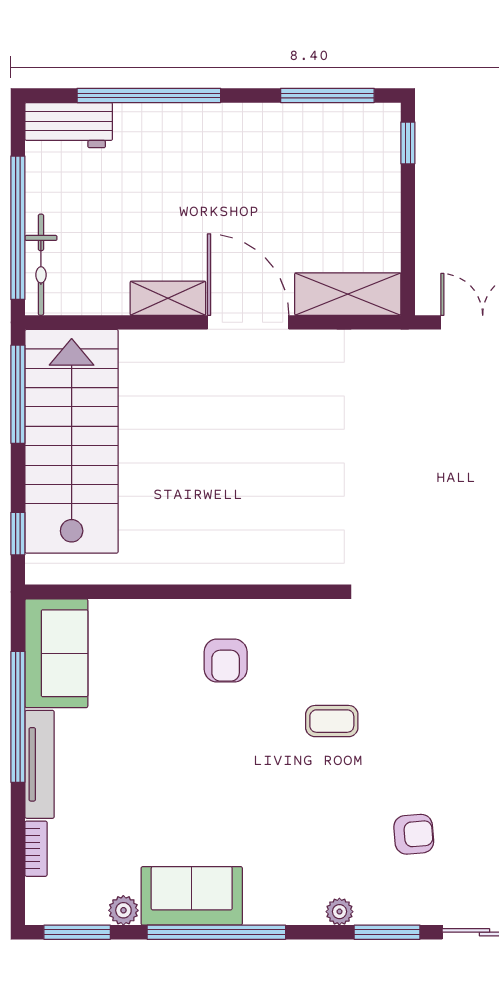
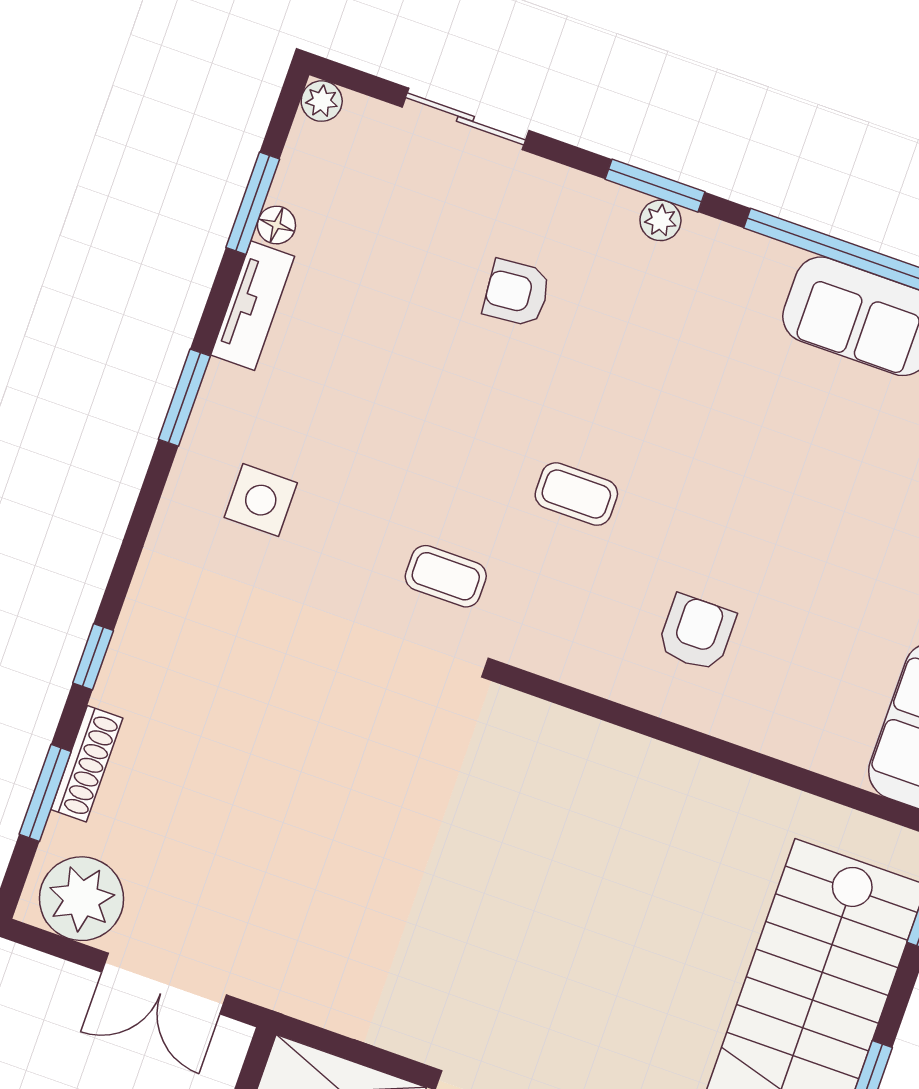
coffee table: (396, 641) -> (446, 576), added
window: (387, 932) -> (655, 186), moved

